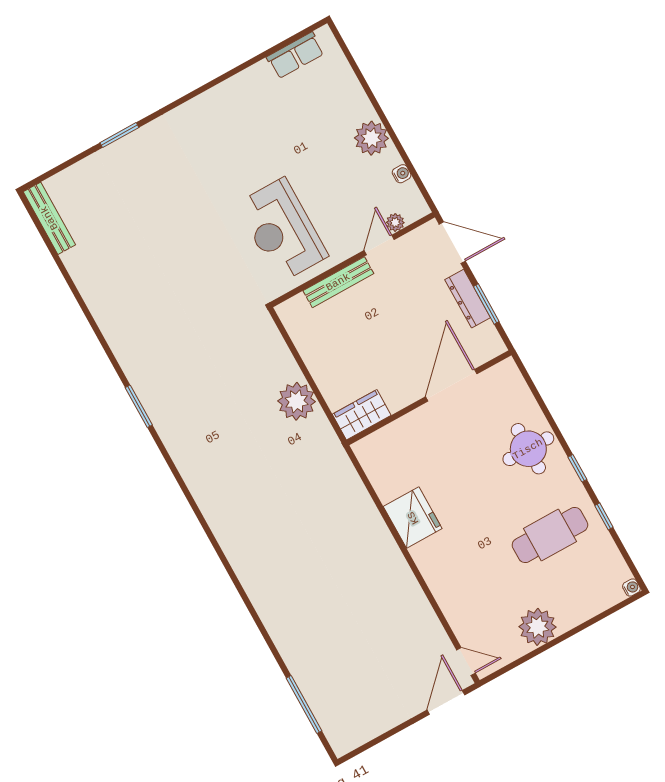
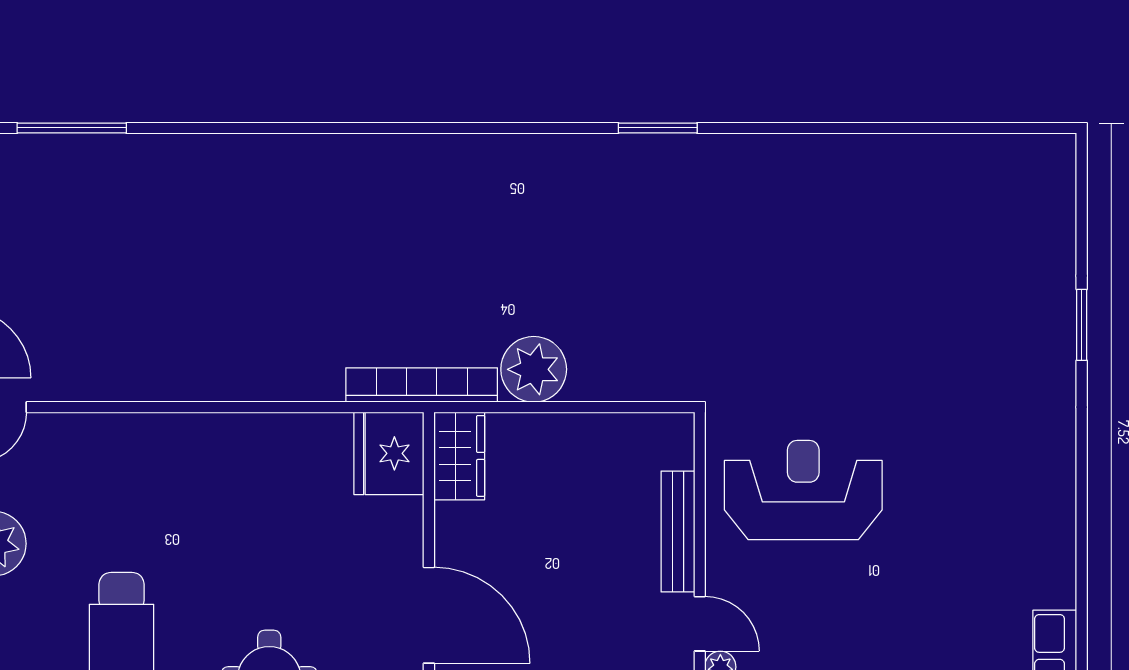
bench: (49, 218) -> (1015, 150), removed
bookcase: (336, 454) -> (422, 385), added
fridge: (413, 518) -> (389, 453), moved, turned 90

